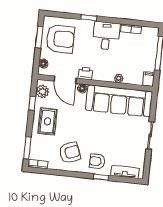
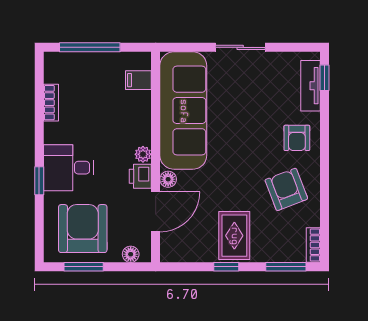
desk: (106, 36) -> (69, 168), moved
plant: (119, 78) -> (143, 154), moved
filing cabinet: (149, 79) -> (138, 80), moved
plant: (42, 91) -> (181, 251), removed
window: (32, 103) -> (226, 267), moved
rug: (48, 121) -> (234, 236), turned 90
window: (101, 177) -> (325, 78), moved

